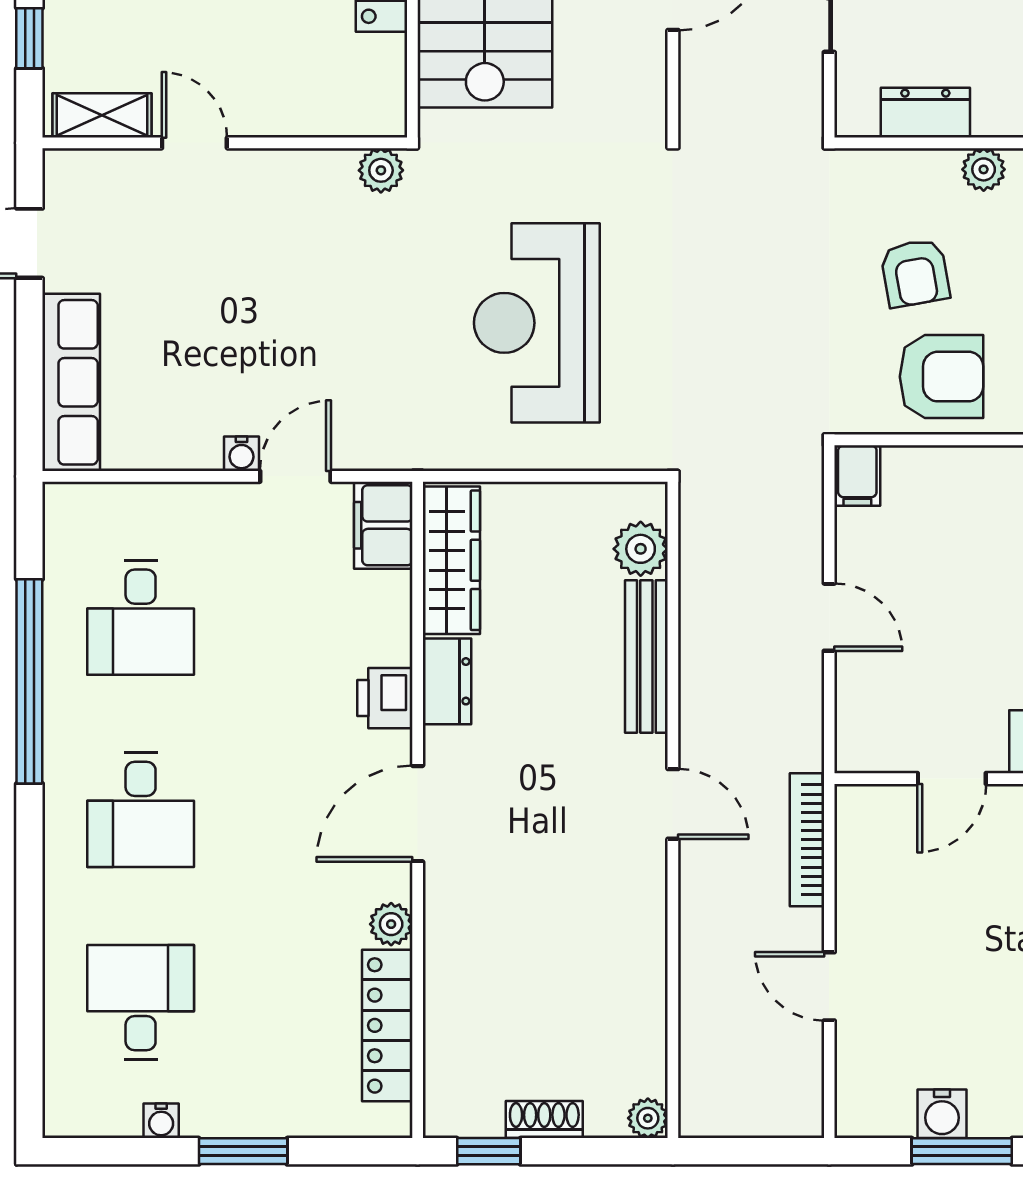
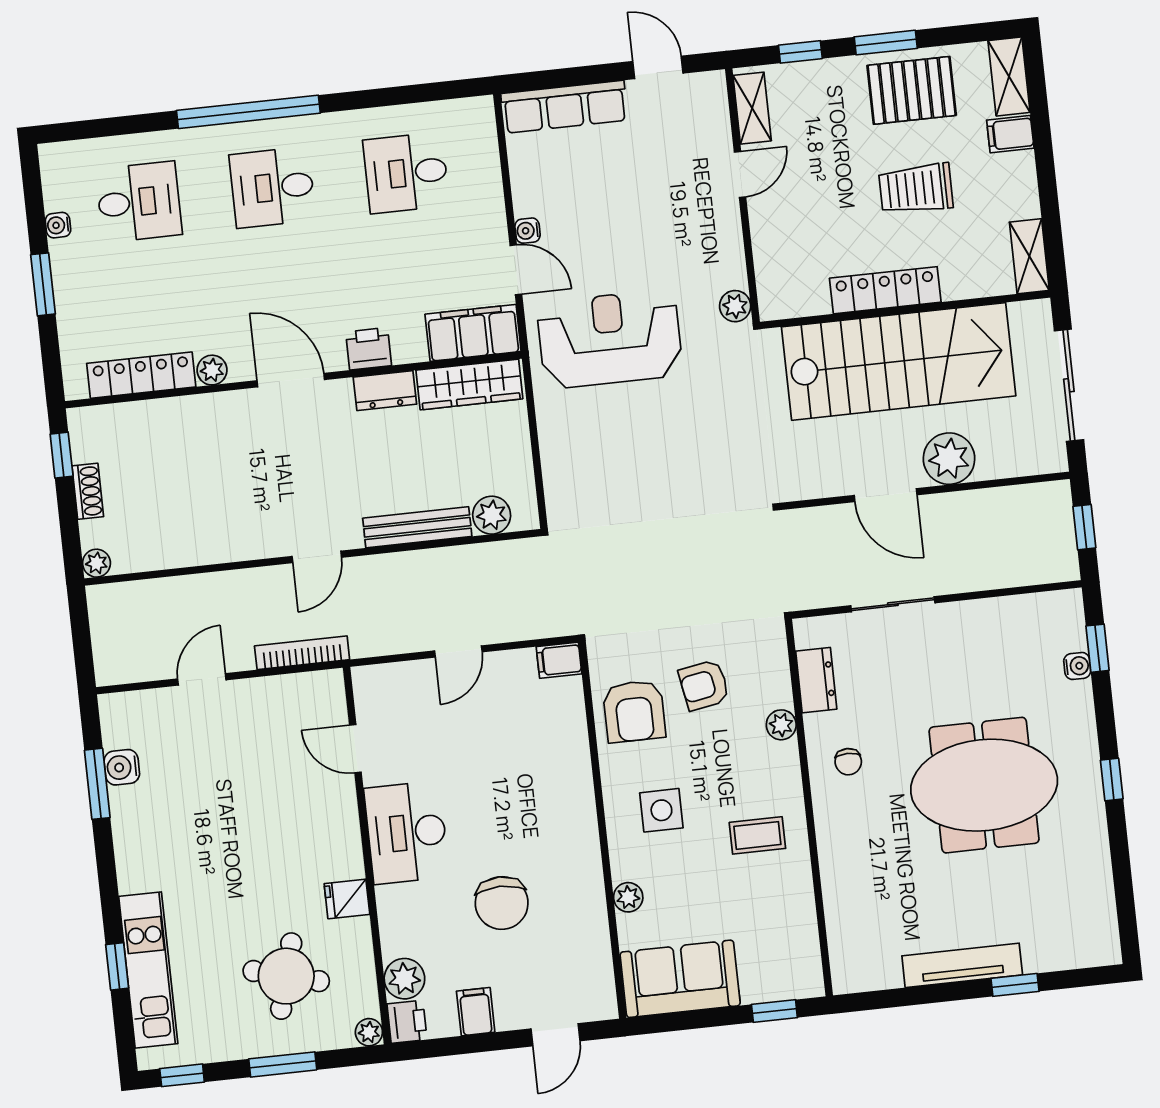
reception desk: (537, 323) -> (610, 339), moved
filing cabinet: (383, 525) -> (473, 333), width x1.50, depth x1.17
window: (29, 681) -> (248, 112), moved

